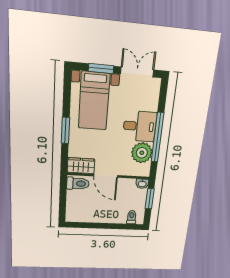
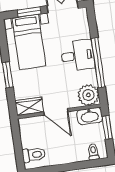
plant: (142, 153) -> (88, 95), moved
toilet: (78, 184) -> (34, 155), moved
washbasin: (142, 184) -> (90, 116), width x1.91, depth x1.45

